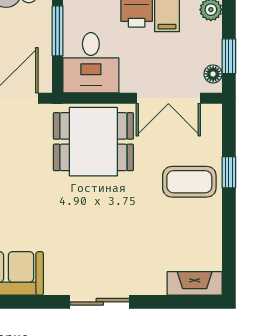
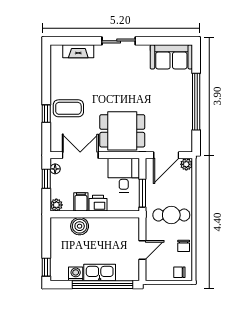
fireplace: (195, 283) -> (78, 51), moved

